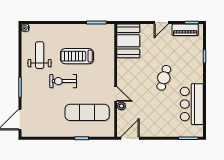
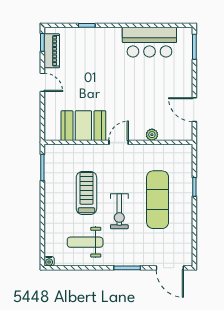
booth: (128, 41) -> (83, 126), moved
treadmill: (77, 56) -> (86, 193), turned 180
cafe table: (164, 78) -> (115, 79), removed
door: (116, 94) -> (119, 142), moved
exercise mat: (87, 112) -> (158, 200), moved
door: (130, 138) -> (194, 110), moved

